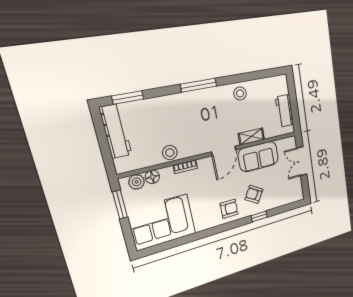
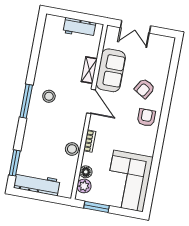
stool: (240, 93) -> (49, 96), moved
window: (259, 216) -> (169, 91), removed

